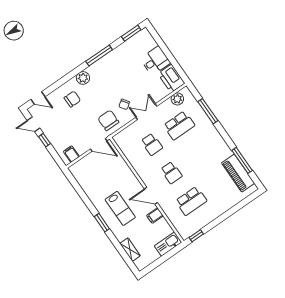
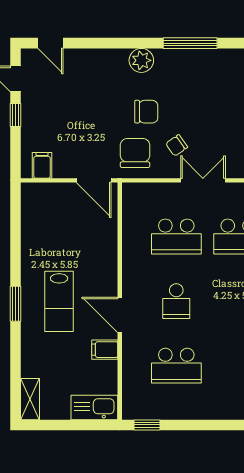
chair: (72, 99) -> (146, 112), moved
school desk: (152, 144) -> (176, 236), width x1.85
shelving: (130, 250) -> (30, 399), moved

